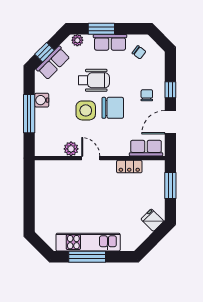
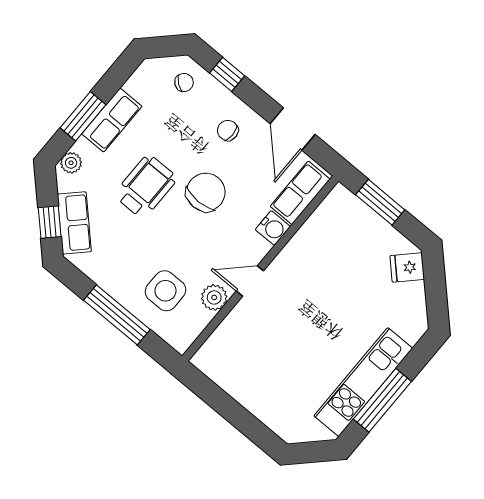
chair: (139, 52) -> (184, 83), moved
window: (170, 90) -> (227, 74), moved
water cooler: (42, 100) -> (273, 228), moved, turned -90
side table: (86, 110) -> (165, 291), moved
locker: (129, 167) -> (306, 237), removed

